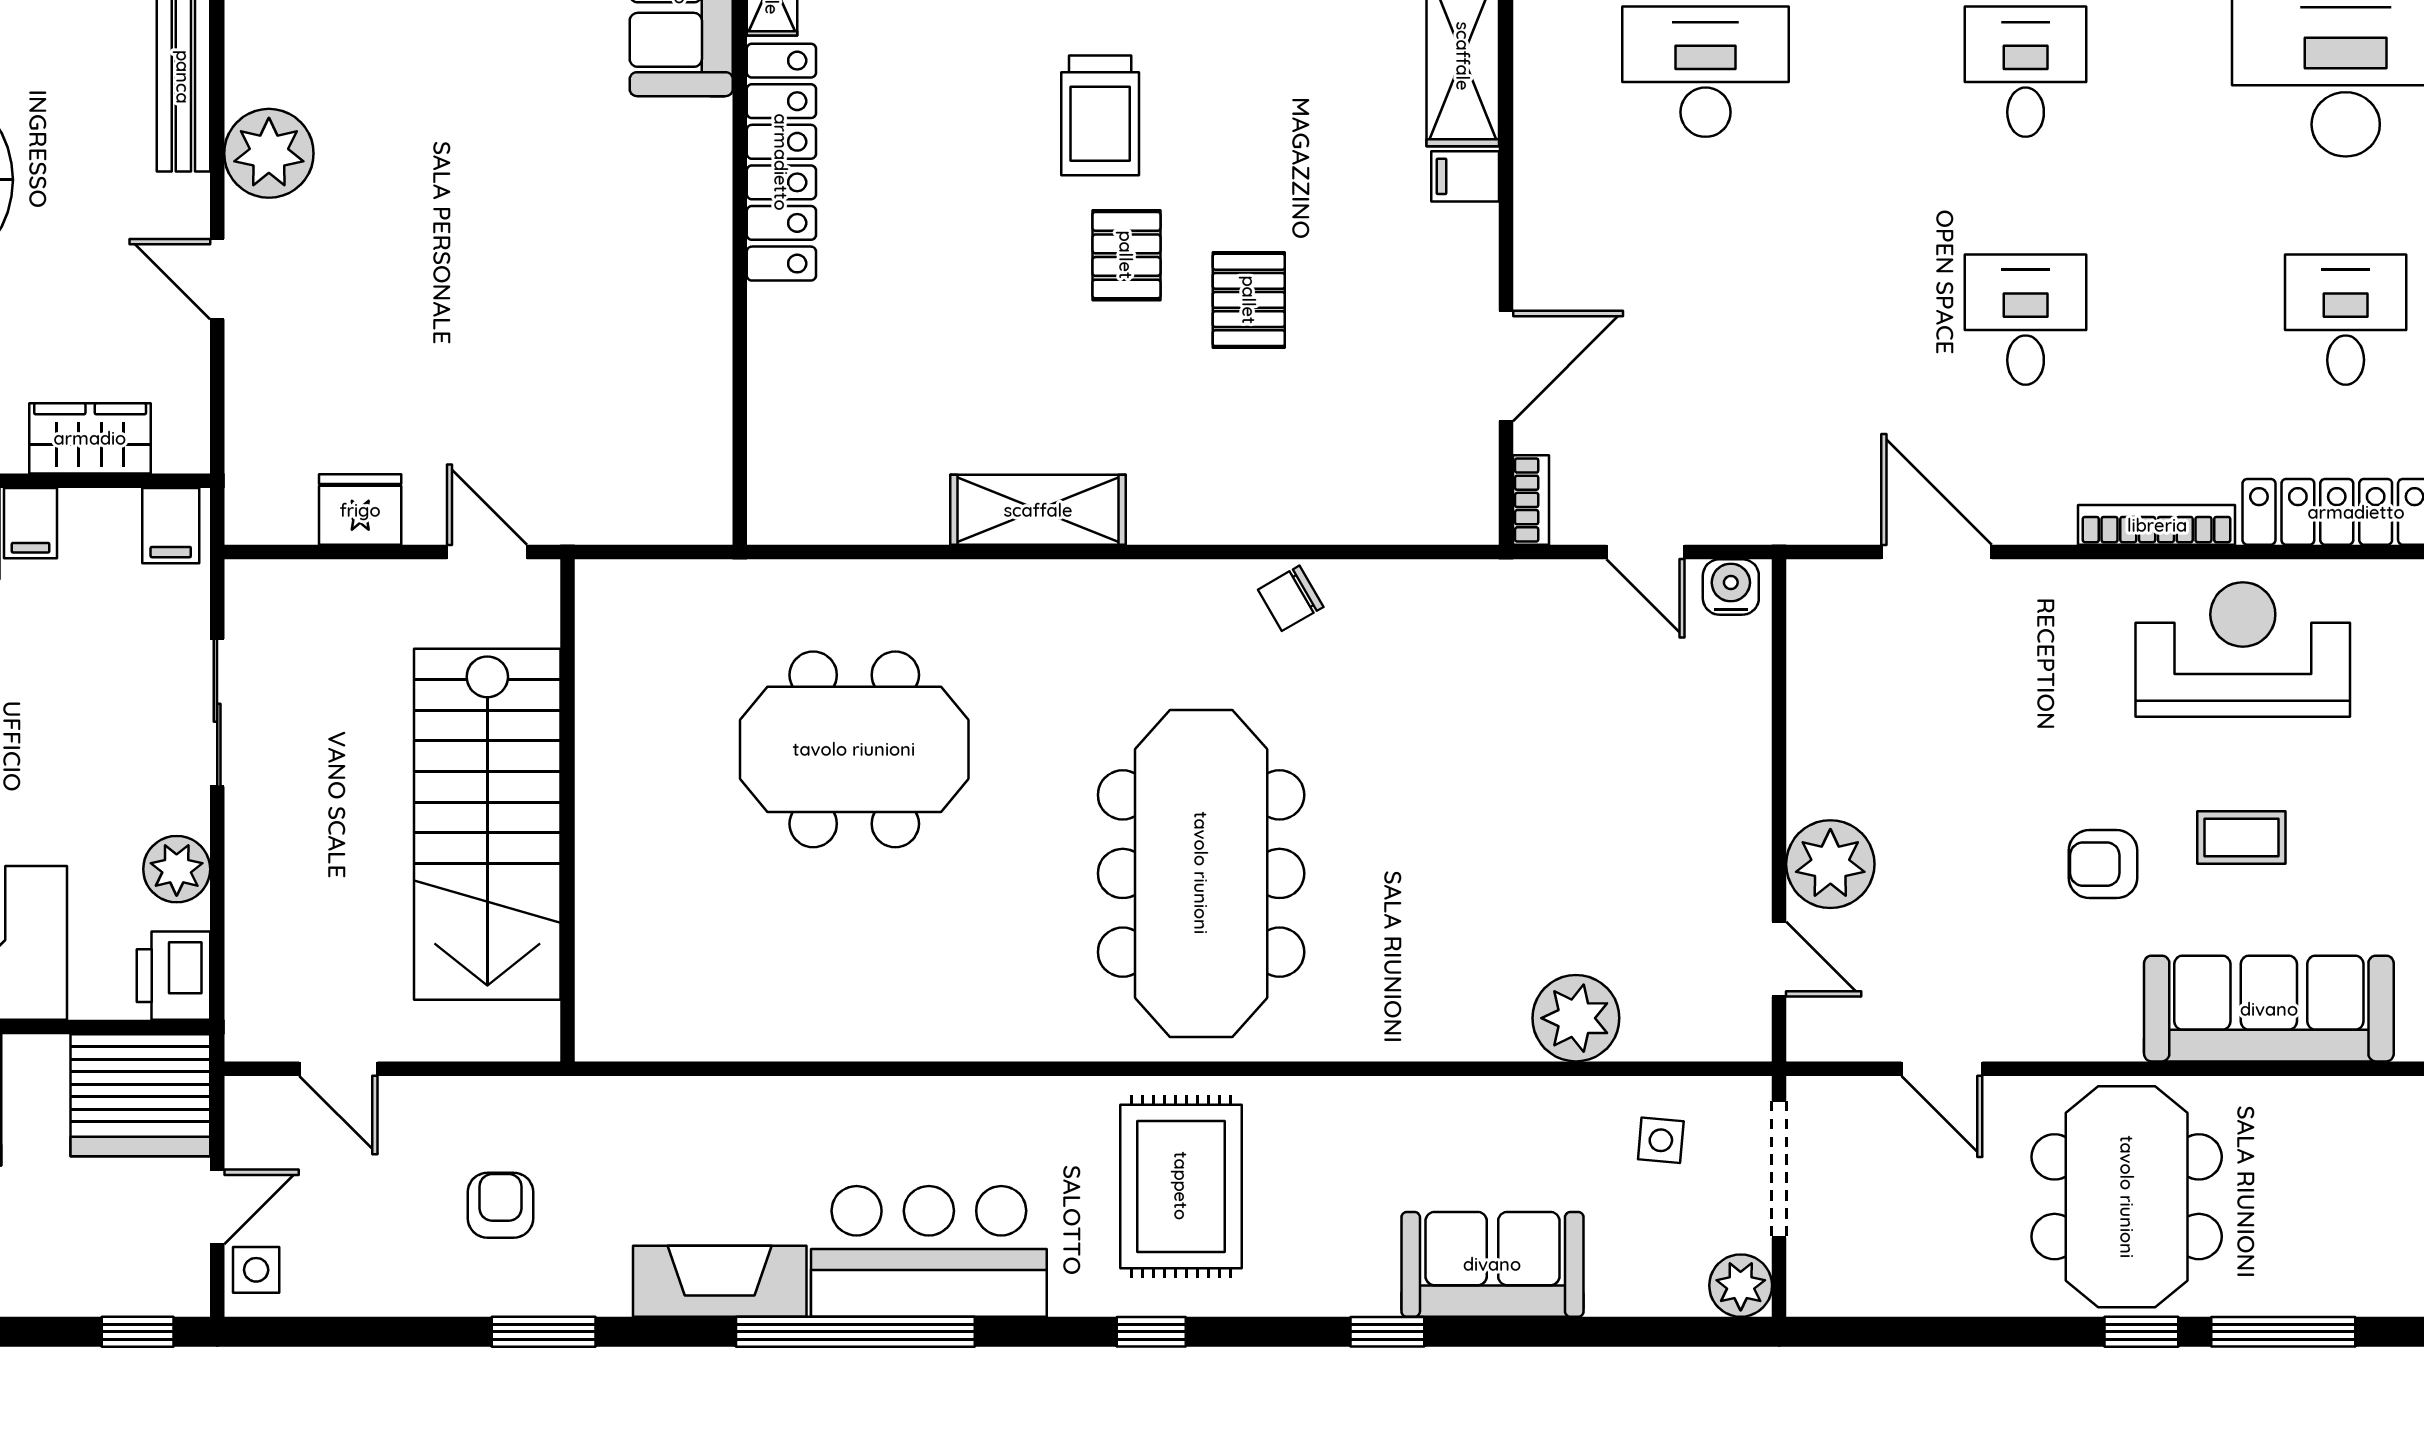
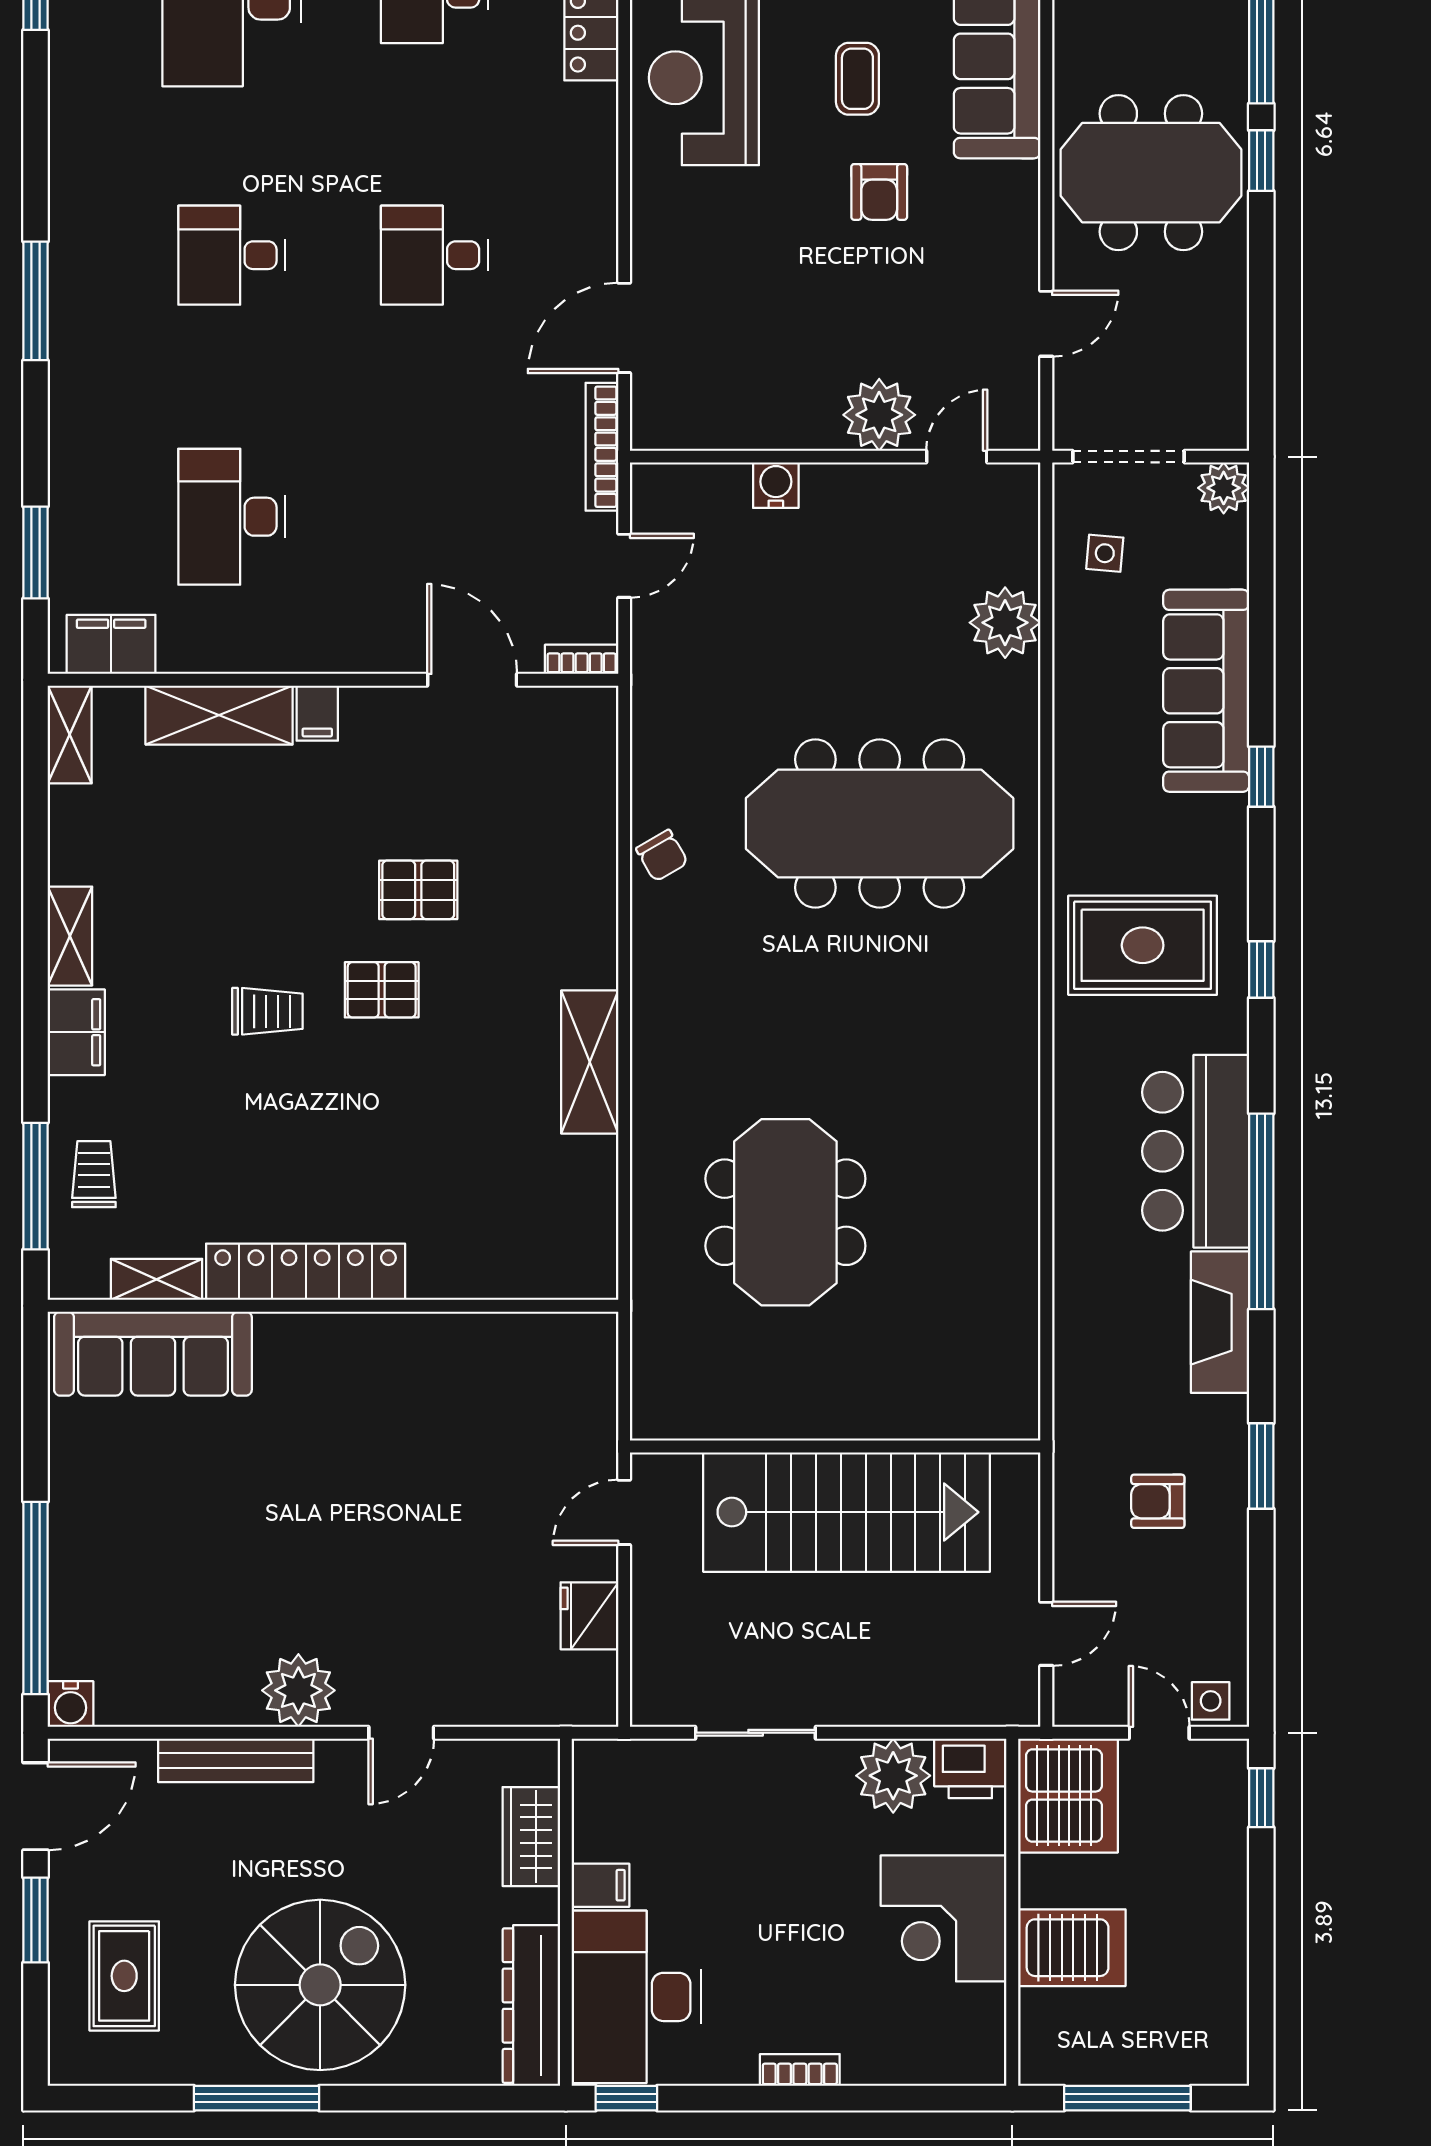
trolley: (1100, 115) -> (267, 1011), width x0.73, depth x0.72
bookcase: (2157, 525) -> (602, 447), moved
filing cabinet: (171, 526) -> (603, 1771), removed
water cooler: (1731, 587) -> (776, 485), moved, turned 90
plant: (177, 869) -> (893, 1776), width x1.36, depth x1.36
meeting table: (1201, 873) -> (880, 823), moved
sofa: (1492, 1264) -> (1206, 691), width x1.36

